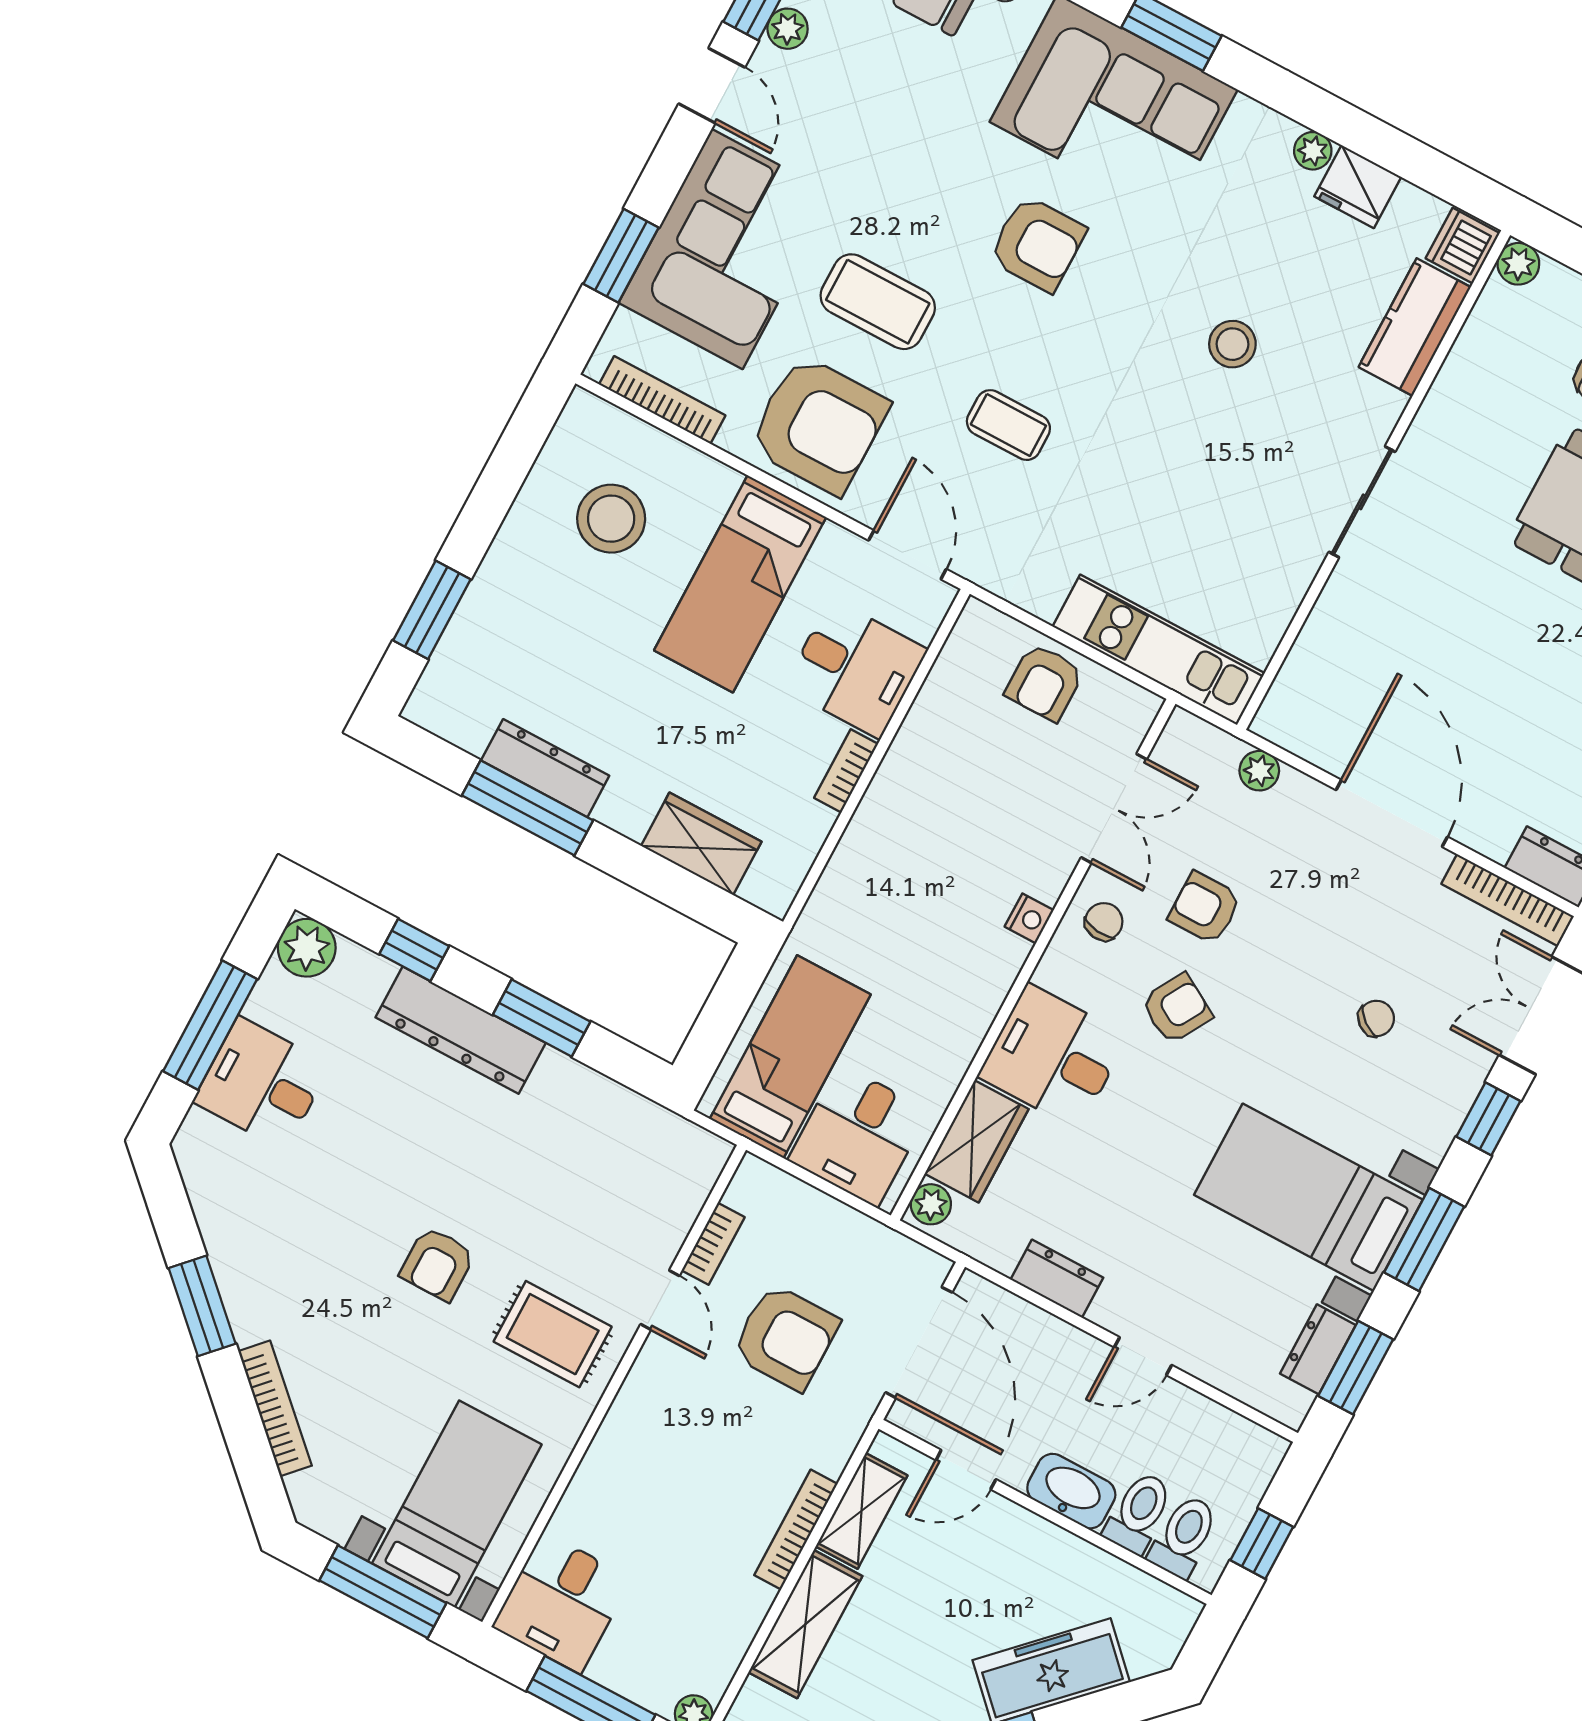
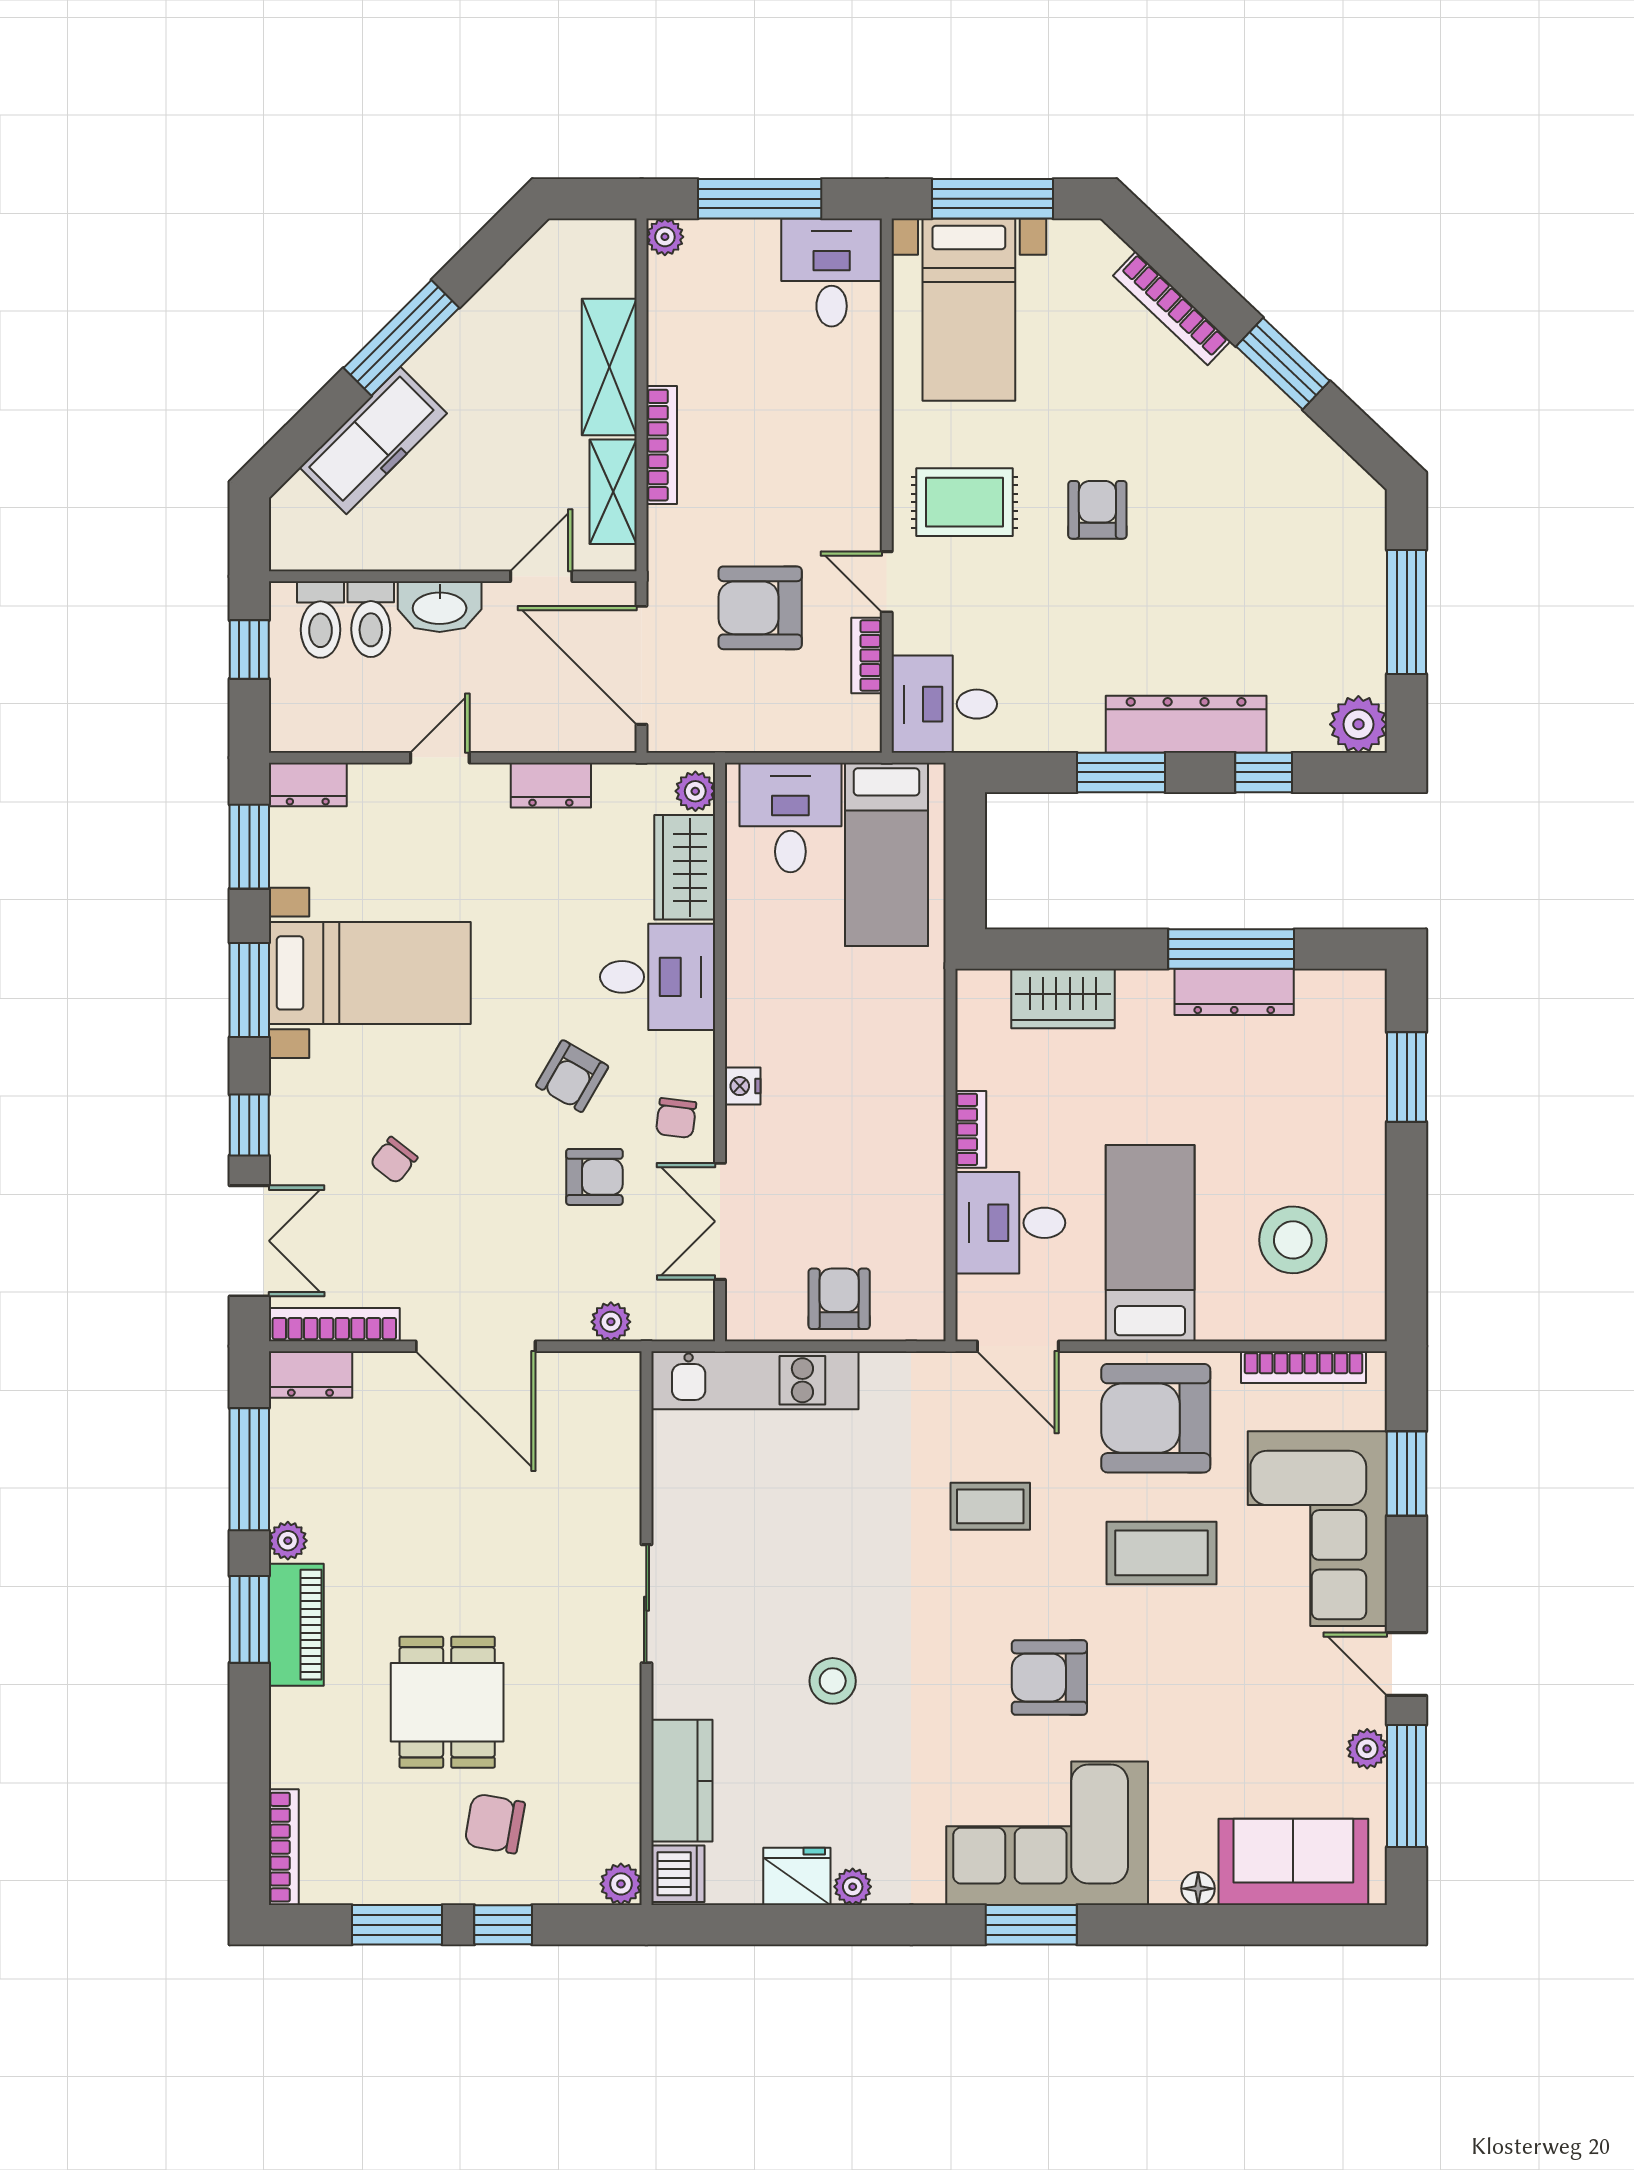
desk: (262, 1083) -> (944, 704), moved, turned 180
dresser: (1318, 1349) -> (308, 784), moved, turned 90

